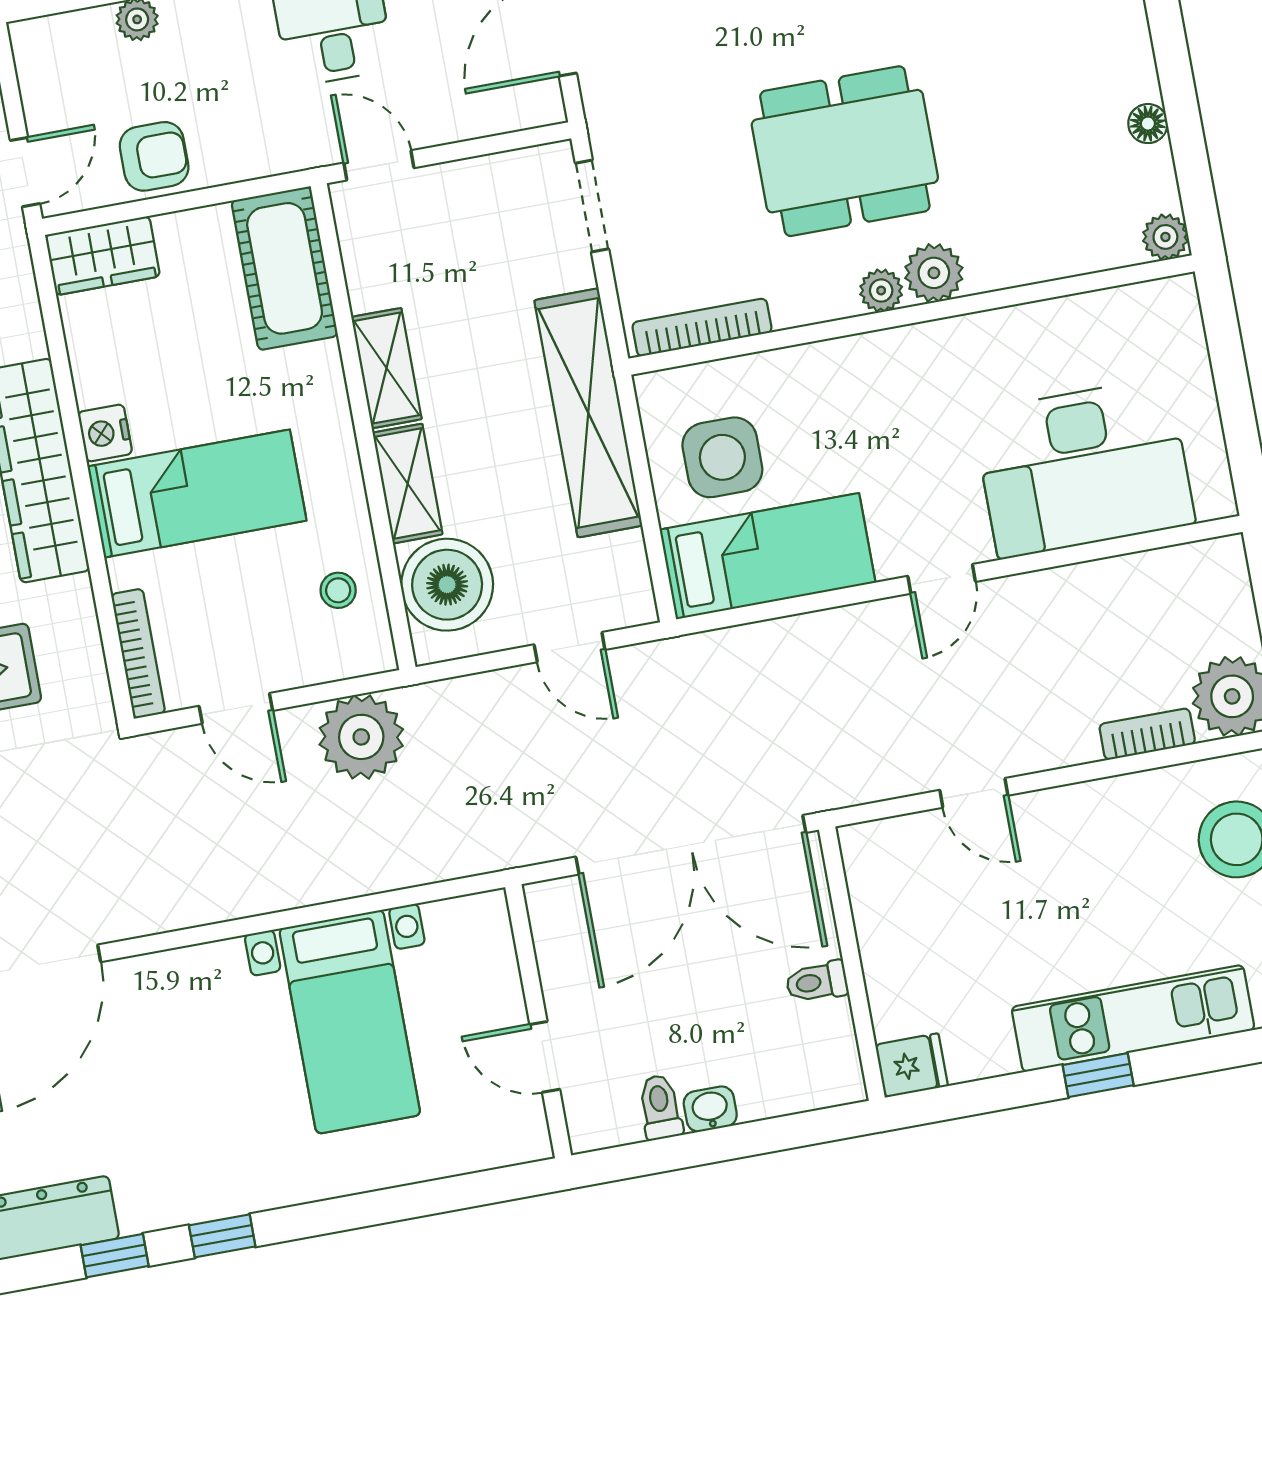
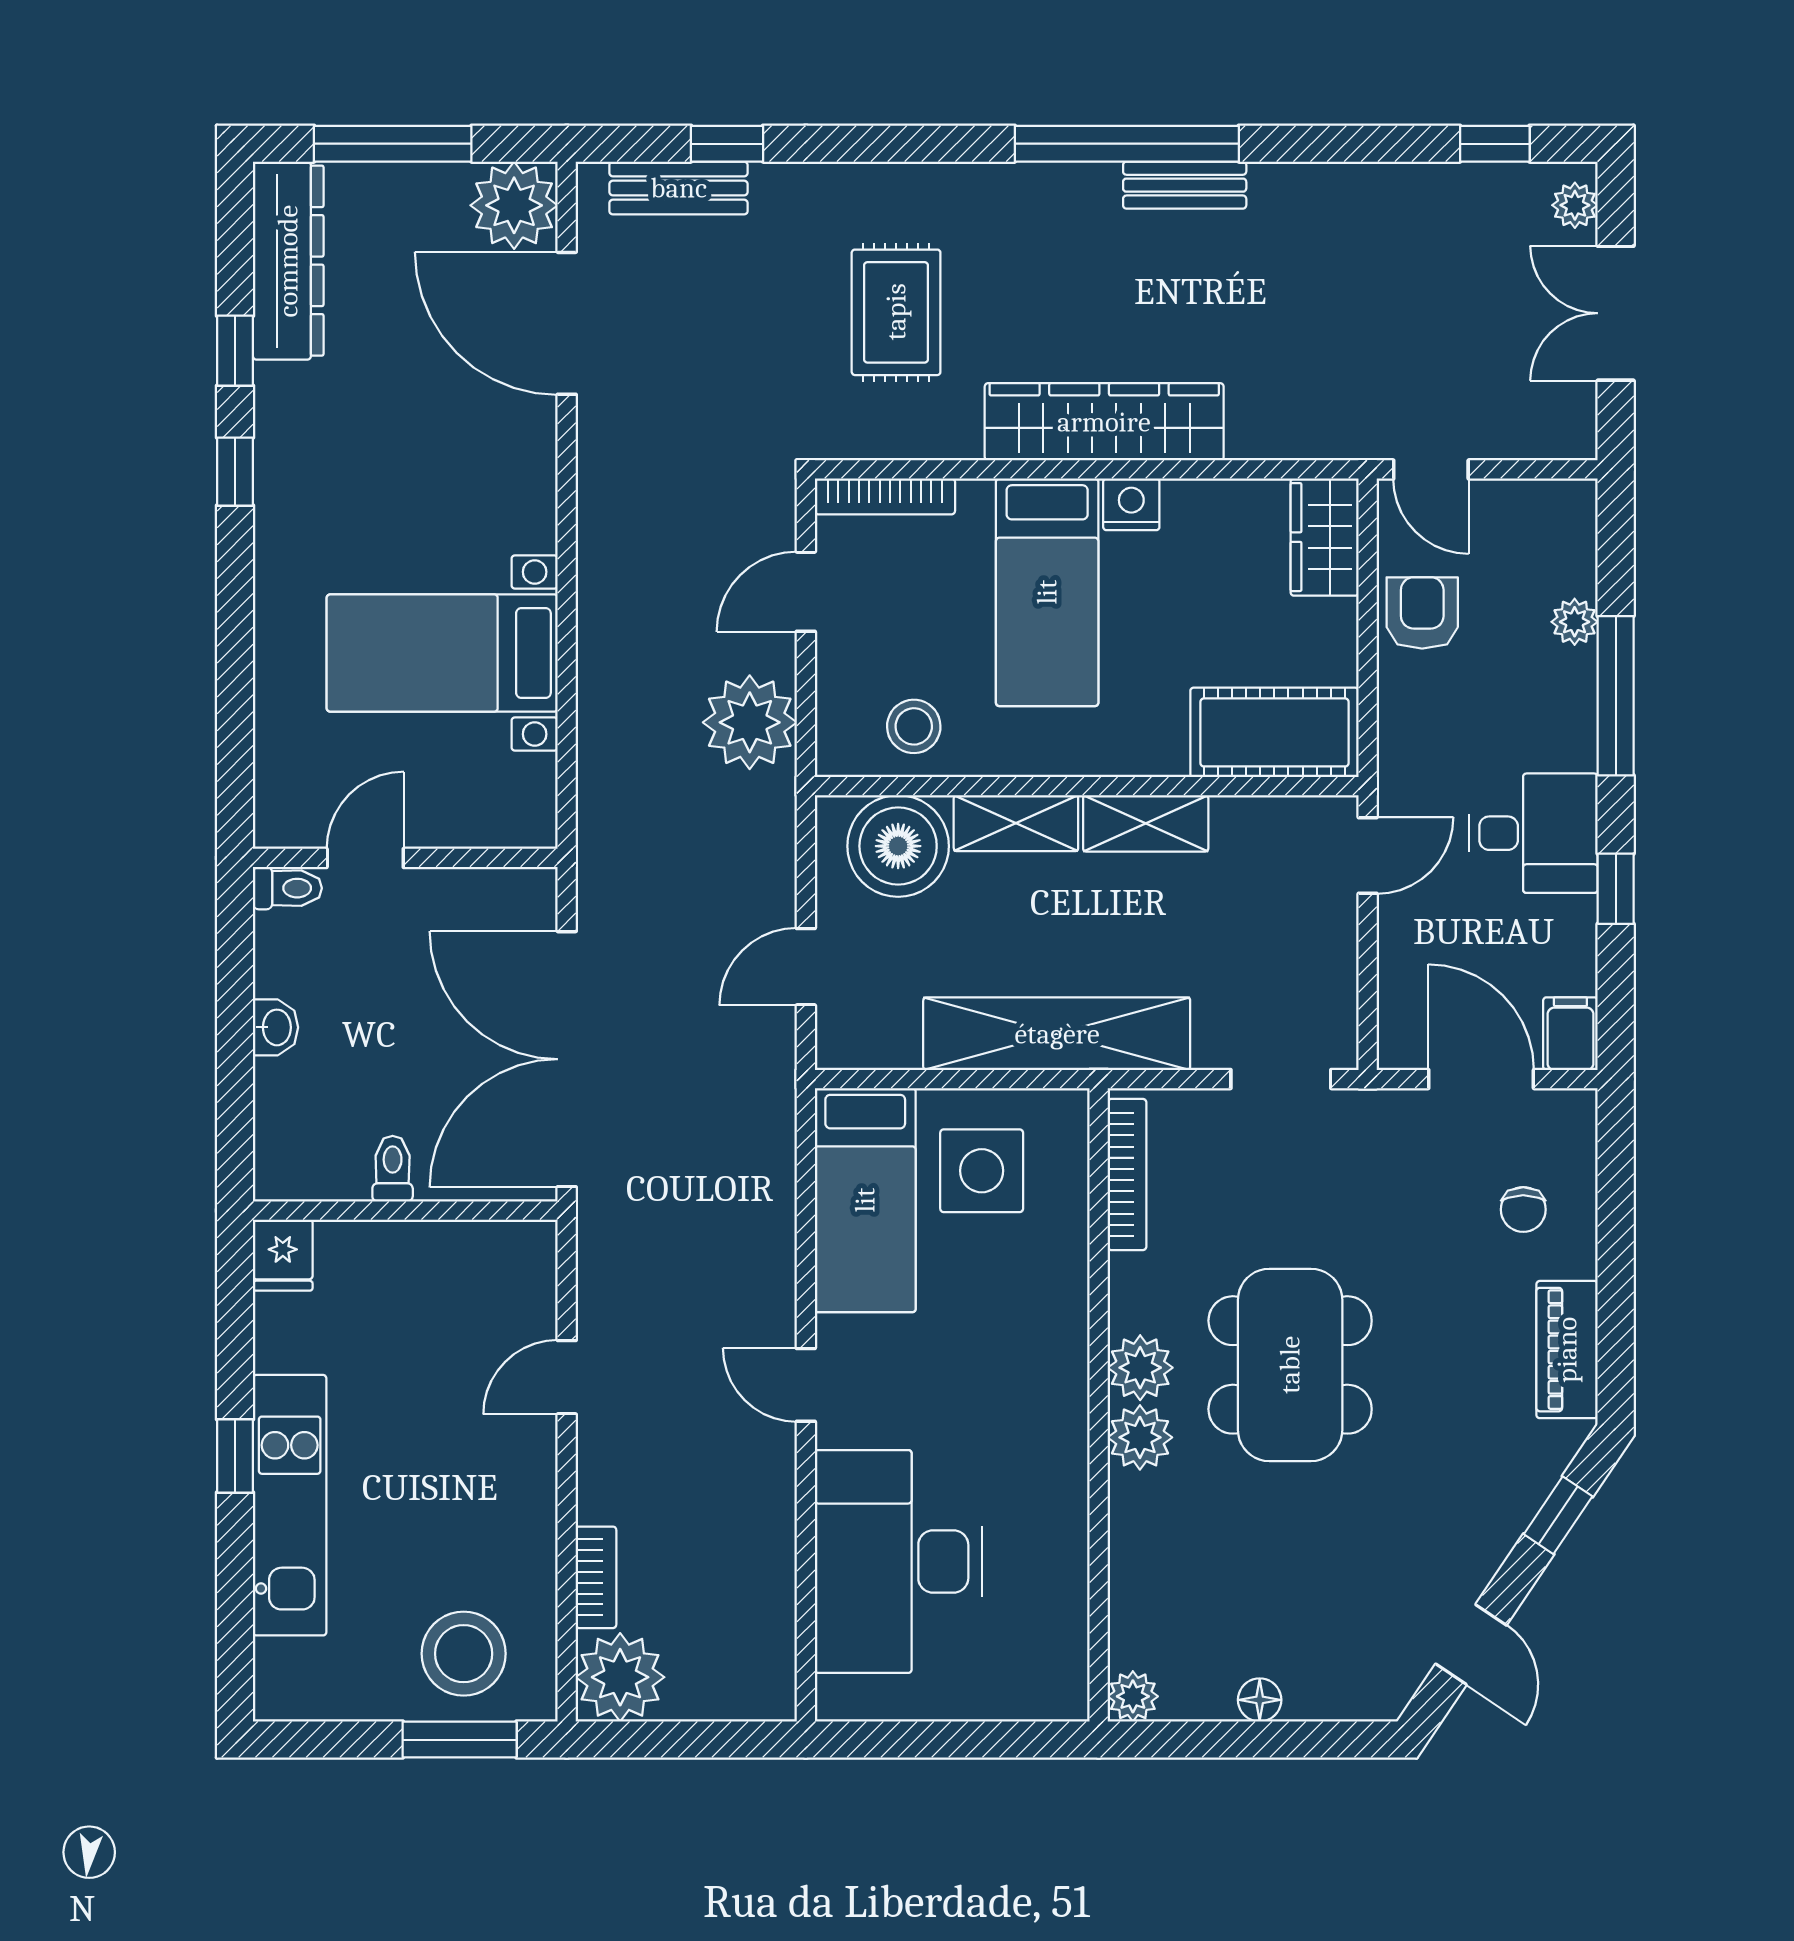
armchair: (154, 156) -> (1422, 613), turned 180
plant: (881, 291) -> (1140, 1368), width x1.38, depth x1.38
stool: (338, 590) -> (914, 726), width x1.37, depth x1.37
toilet: (660, 1107) -> (287, 888), moved

